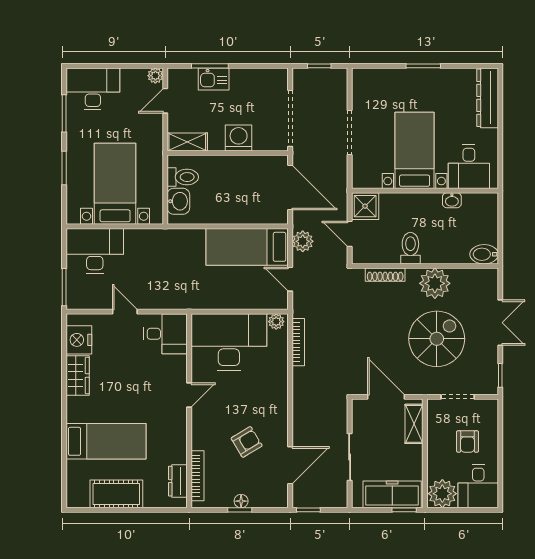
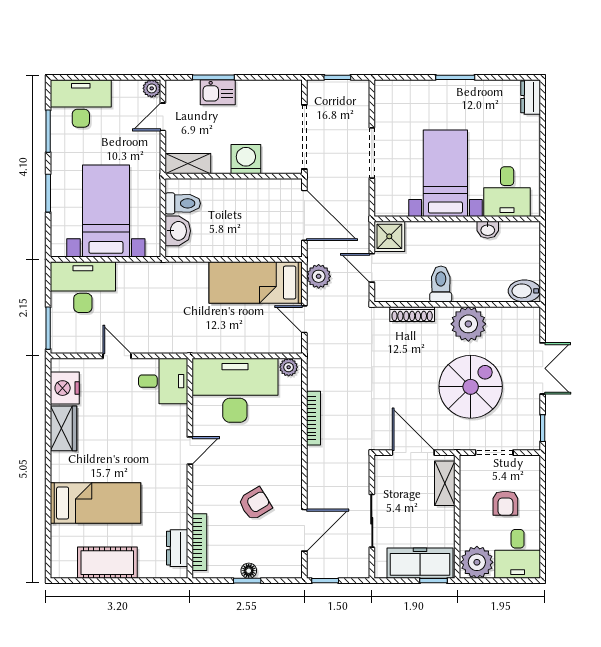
dresser: (488, 98) -> (531, 97), width x0.51, depth x0.80
bookcase: (298, 342) -> (314, 418), moved

